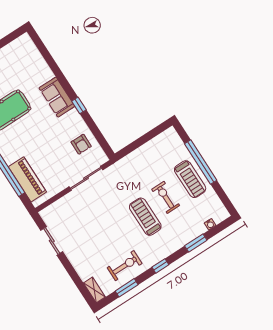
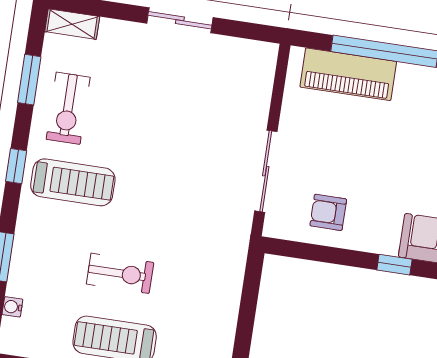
treadmill: (145, 217) -> (73, 182), moved
sliding door: (52, 241) -> (180, 20), moved

